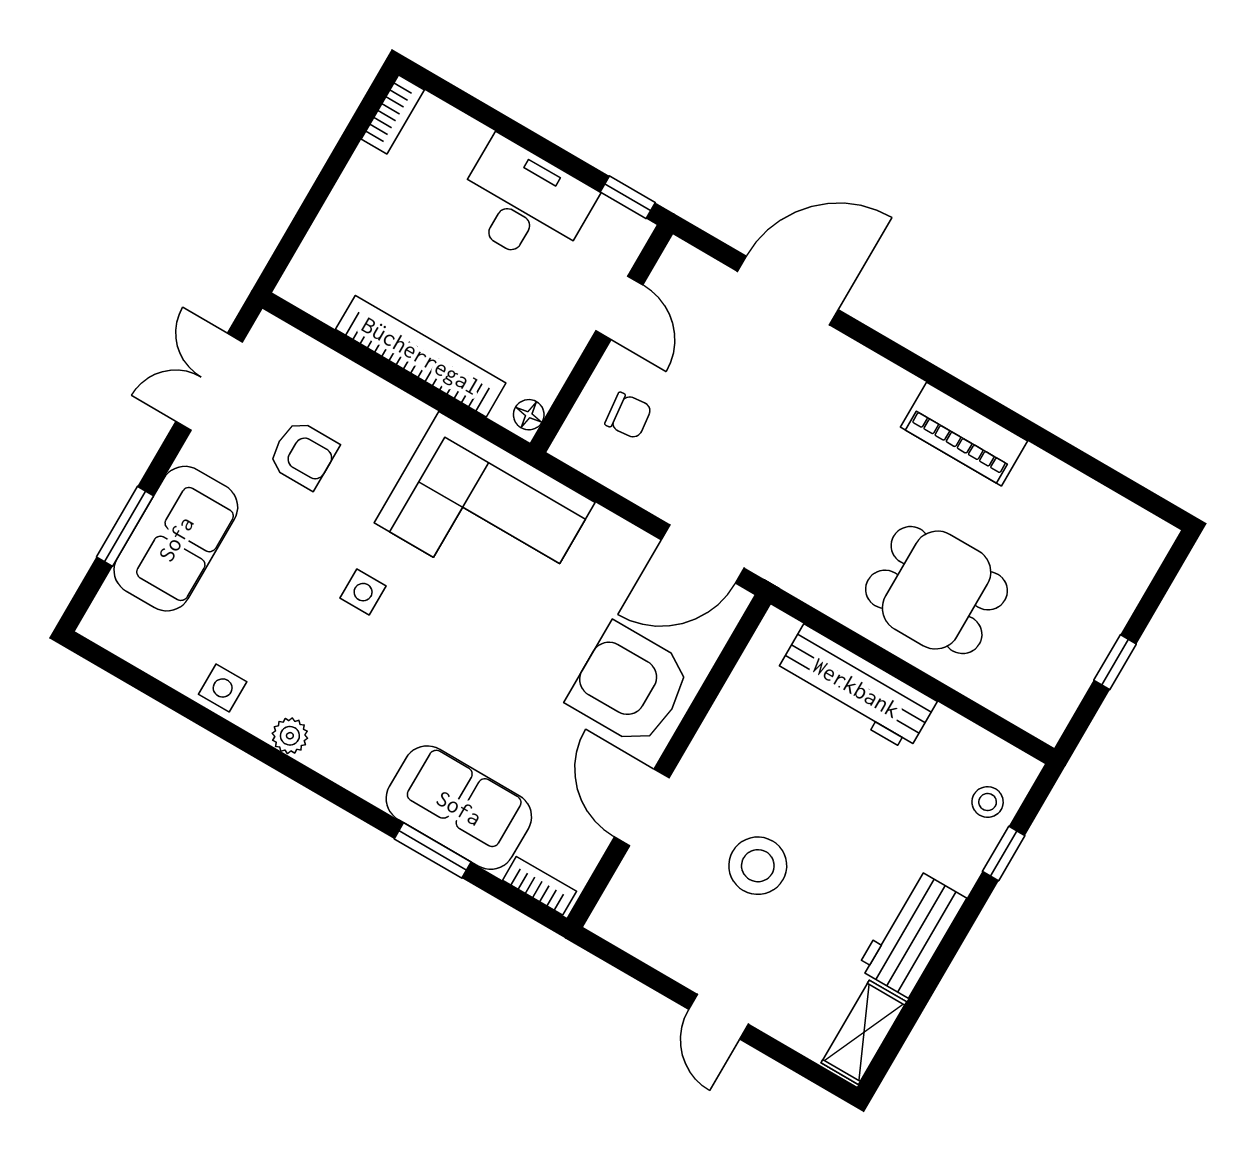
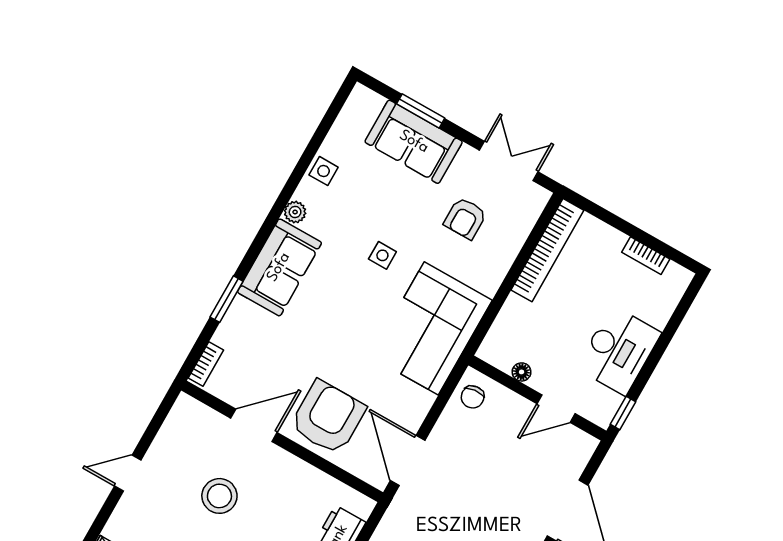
bookcase: (393, 114) -> (646, 256), moved
bookcase: (421, 356) -> (547, 250), moved
floor lamp: (529, 415) -> (522, 372), moved
chair: (628, 415) -> (473, 397), moved
sofa: (459, 808) -> (279, 267), moved

